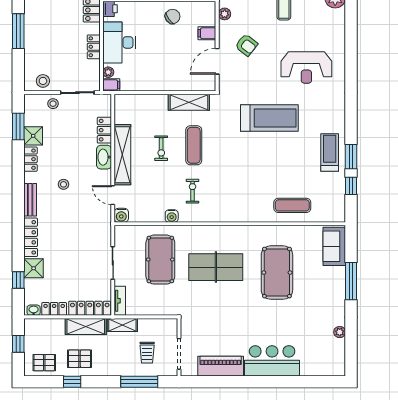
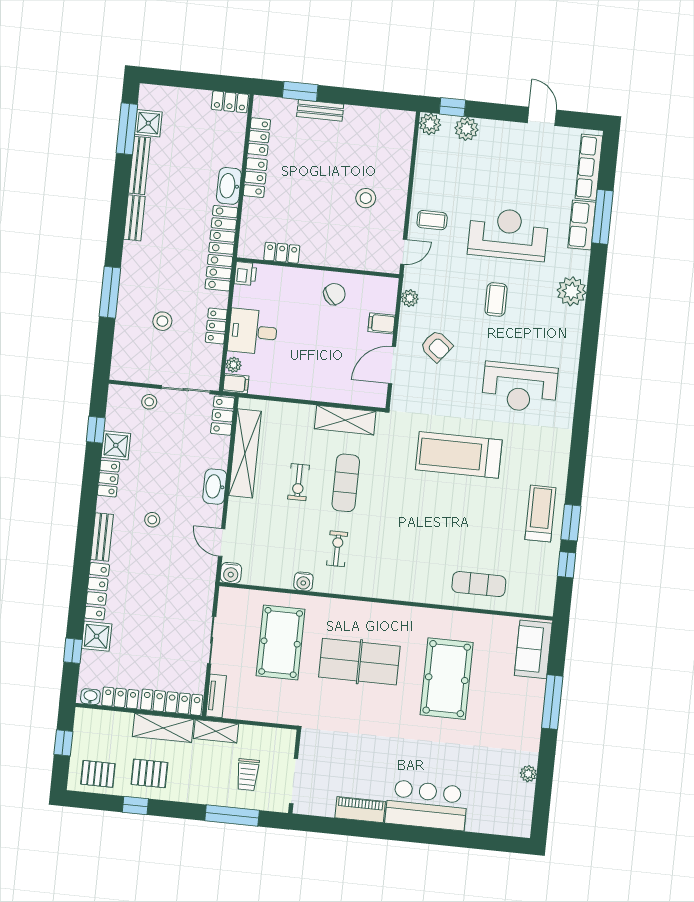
desk: (119, 42) -> (253, 332), width x0.73
stool: (43, 81) -> (162, 321), moved
treadmill: (269, 118) -> (459, 455), turned 180
window: (18, 127) -> (96, 430), width x0.67
locker: (104, 130) -> (223, 416), moved
shelving: (122, 155) -> (245, 453), moved
piano: (221, 366) -> (360, 810), width x0.73, depth x0.75

